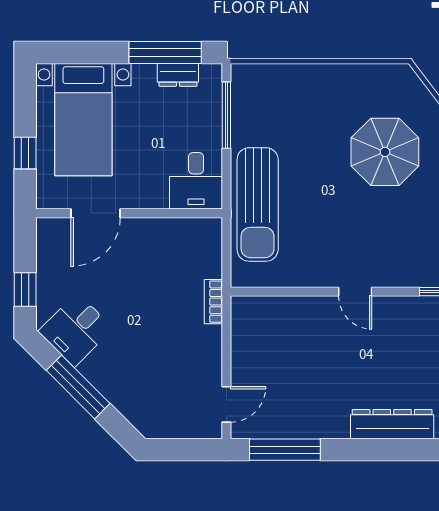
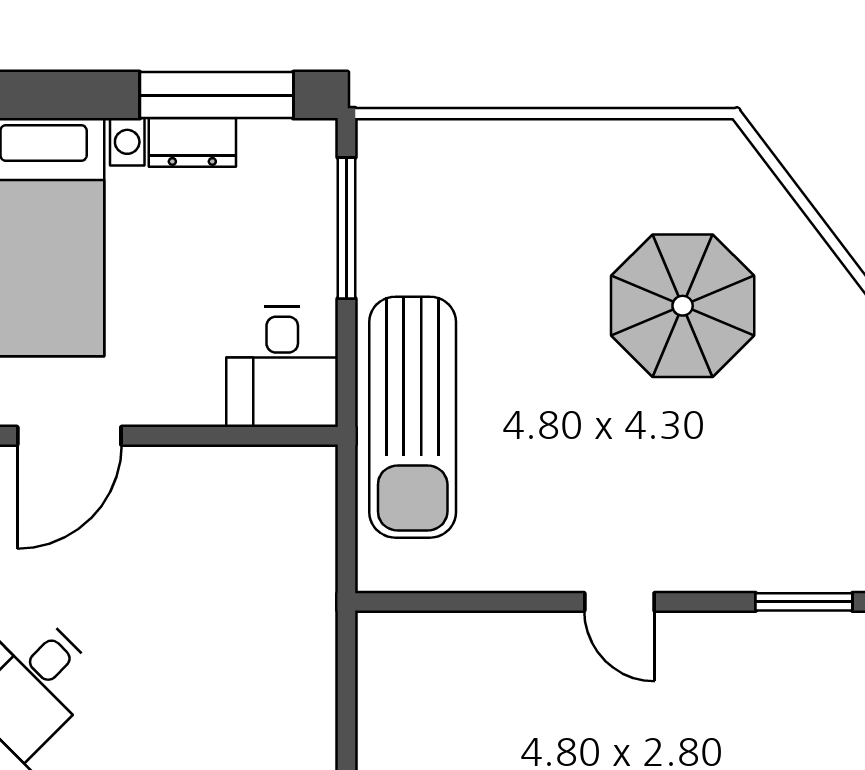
dresser: (178, 75) -> (192, 142), moved
bookcase: (213, 302) -> (319, 623), removed

